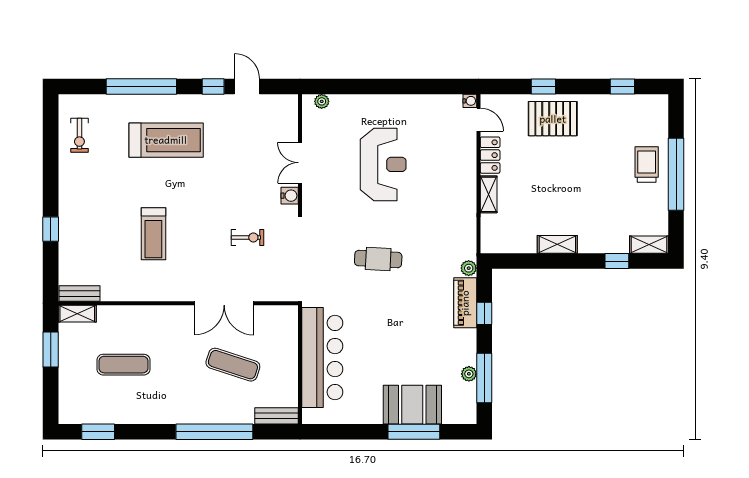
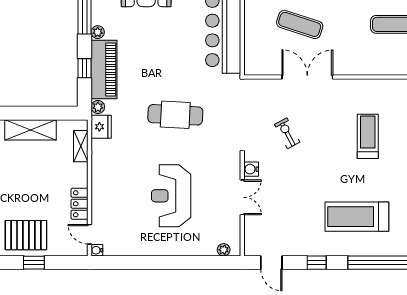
door: (247, 86) -> (271, 263), moved
shelving: (489, 194) -> (81, 146), moved
exercise bike: (248, 237) -> (287, 133), turned 62
shelving: (557, 244) -> (30, 130), width x1.50, depth x1.33
fridge: (465, 245) -> (101, 127), added
cafe table: (378, 259) -> (175, 115), width x1.37, depth x1.35
piano: (465, 303) -> (104, 69), width x1.37, depth x1.33
plant: (469, 374) -> (98, 32), moved

